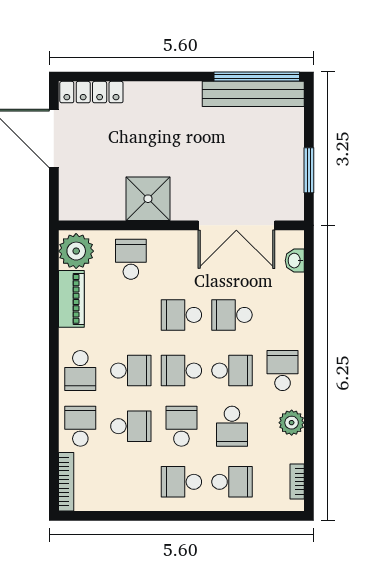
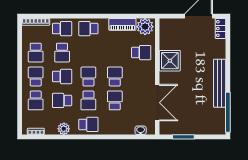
locker: (91, 92) -> (220, 28), width x0.66
bench: (253, 94) -> (220, 83), moved
double door: (236, 225) -> (157, 103), swing flipped
school desk: (131, 371) -> (36, 53), moved

